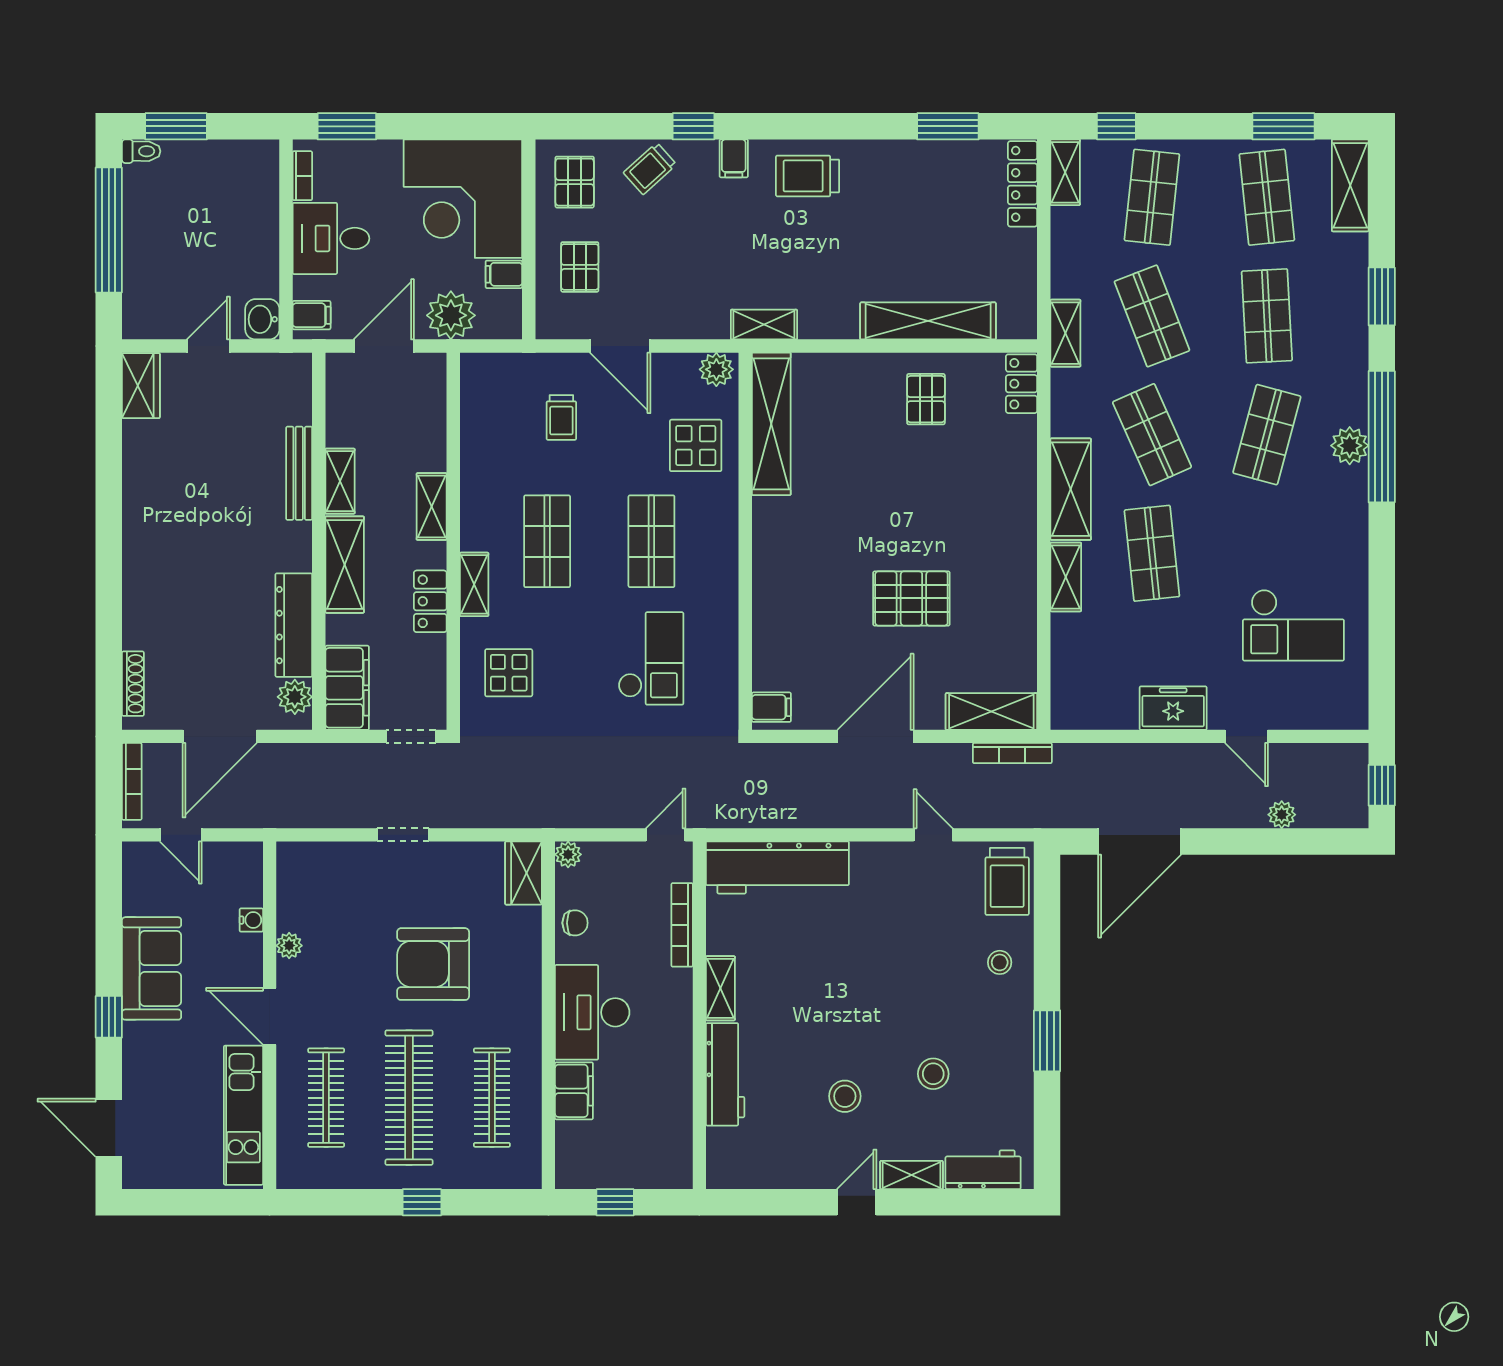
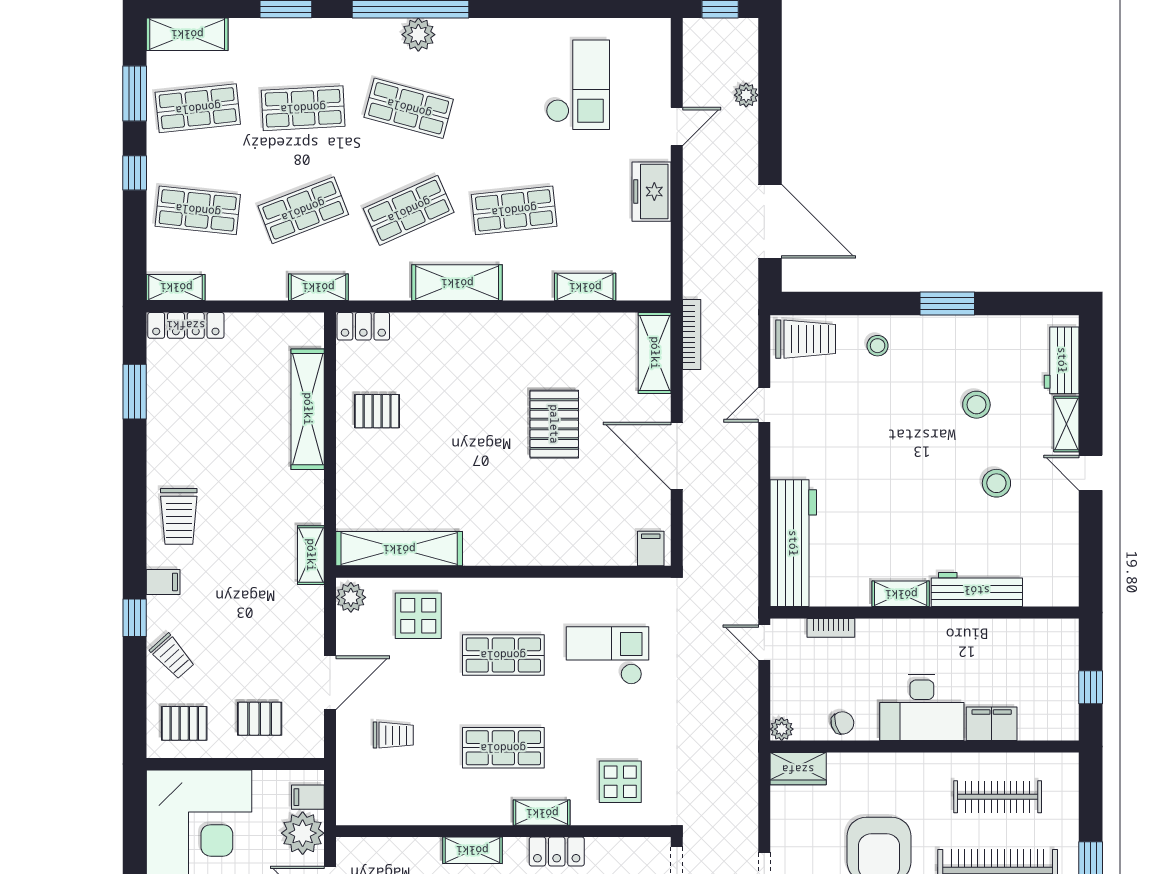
window: (1116, 126) -> (135, 173), moved
filing cabinet: (504, 274) -> (308, 797), moved, turned 90
shelving: (1066, 577) -> (585, 287), moved
chair: (575, 923) -> (842, 723), turned 73
bookcase: (682, 925) -> (831, 628), width x0.64

